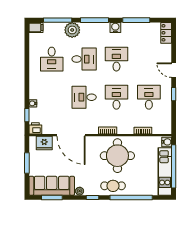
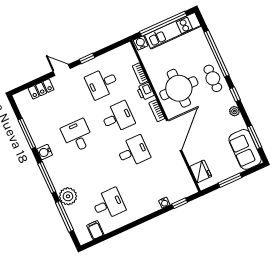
filing cabinet: (36, 27) -> (95, 230), moved
locker: (166, 33) -> (41, 89), moved
desk: (84, 59) -> (93, 170), removed
desk: (116, 59) -> (77, 136), turned 90
door: (174, 70) -> (62, 70), swing flipped
desk: (84, 97) -> (133, 152), turned -90
desk: (116, 97) -> (118, 117), turned 180
printer: (35, 128) -> (145, 91), moved
door: (71, 135) -> (174, 135), moved
sofa: (52, 186) -> (245, 149), width x0.73

